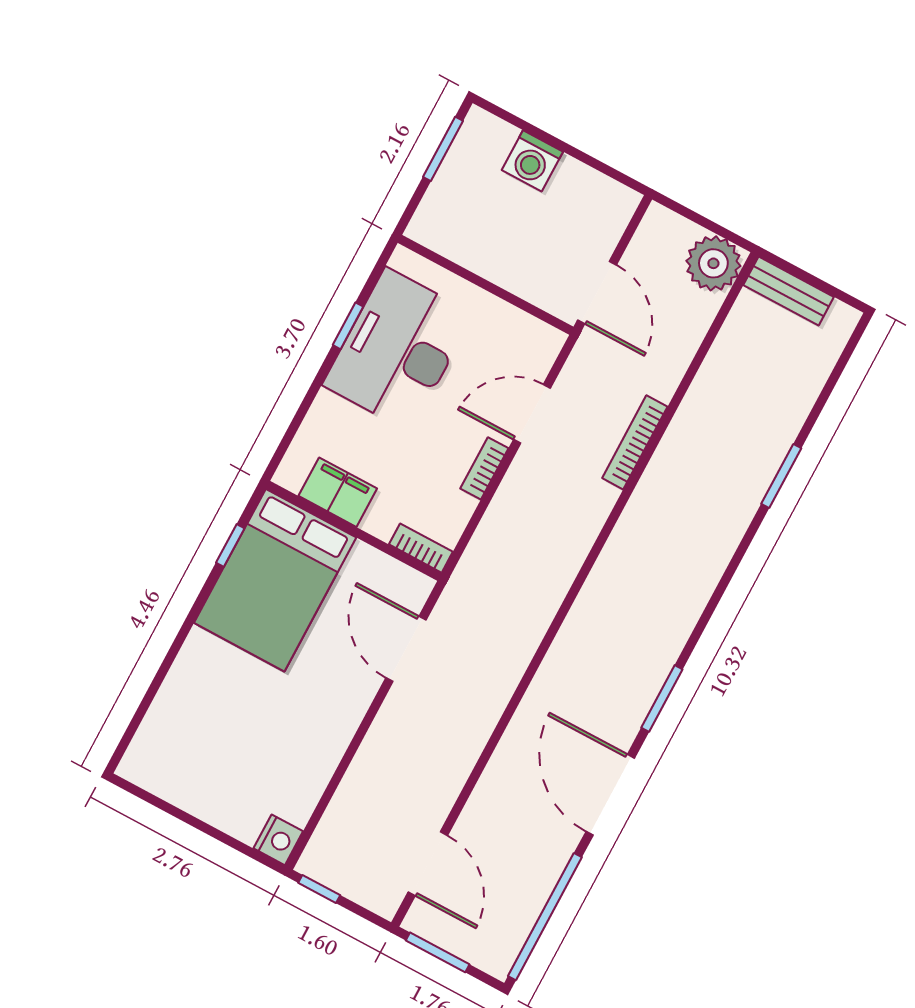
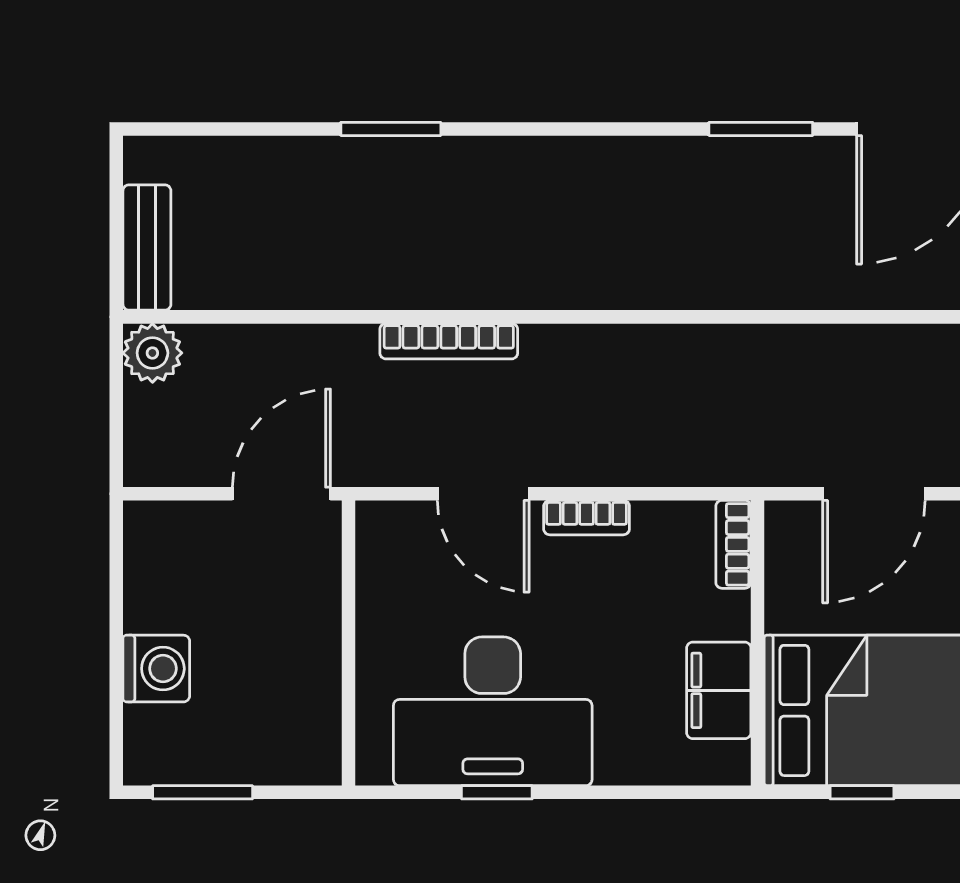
plant: (713, 263) -> (152, 353), width x0.73, depth x0.73

